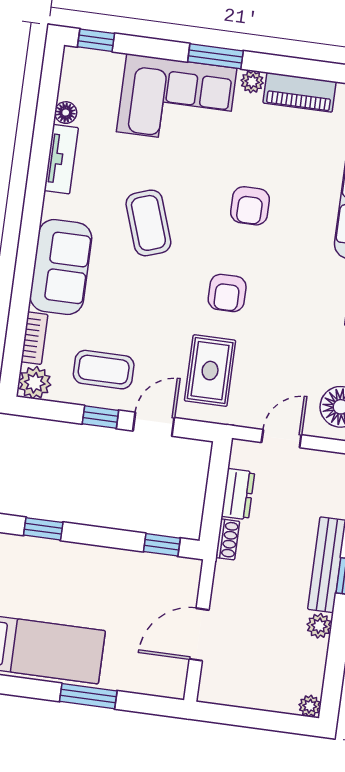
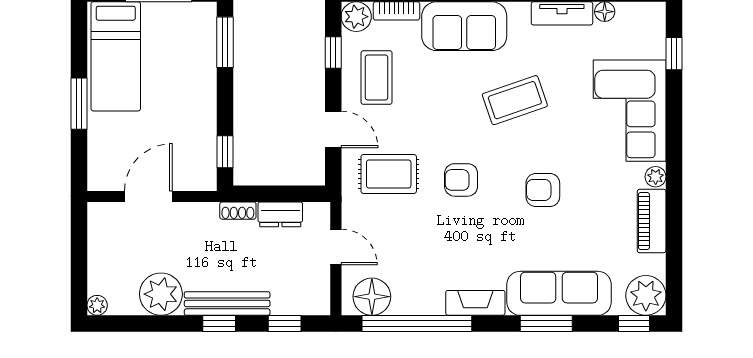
window: (96, 40) -> (674, 54), moved
window: (215, 56) -> (674, 140), removed
window: (100, 417) -> (333, 52), moved
window: (43, 529) -> (225, 42), width x1.50
plant: (319, 626) -> (161, 294), width x1.88, depth x1.88
door: (199, 634) -> (148, 196), hinge flipped

